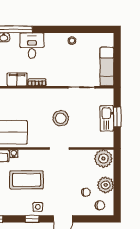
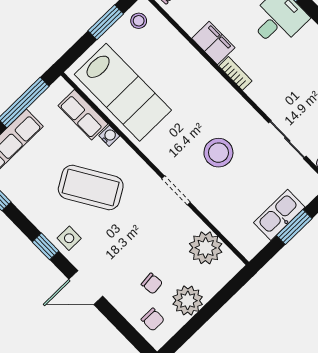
plant: (103, 159) -> (206, 248), moved
coffee table: (27, 180) -> (91, 188), turned -31

